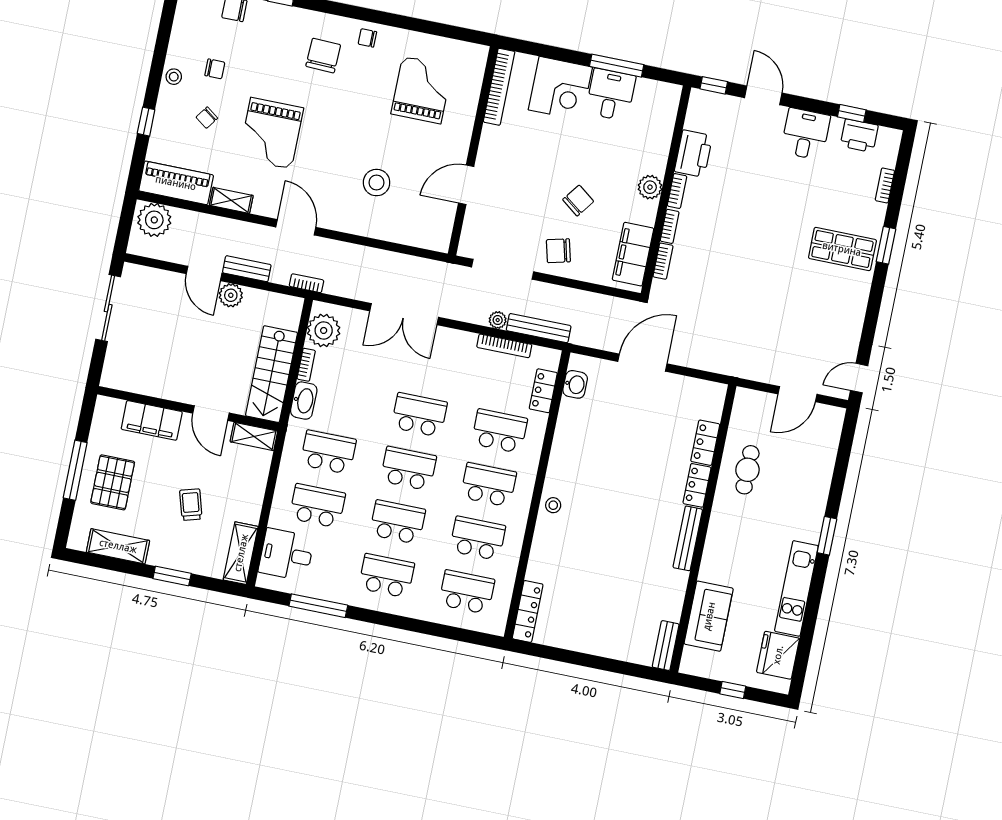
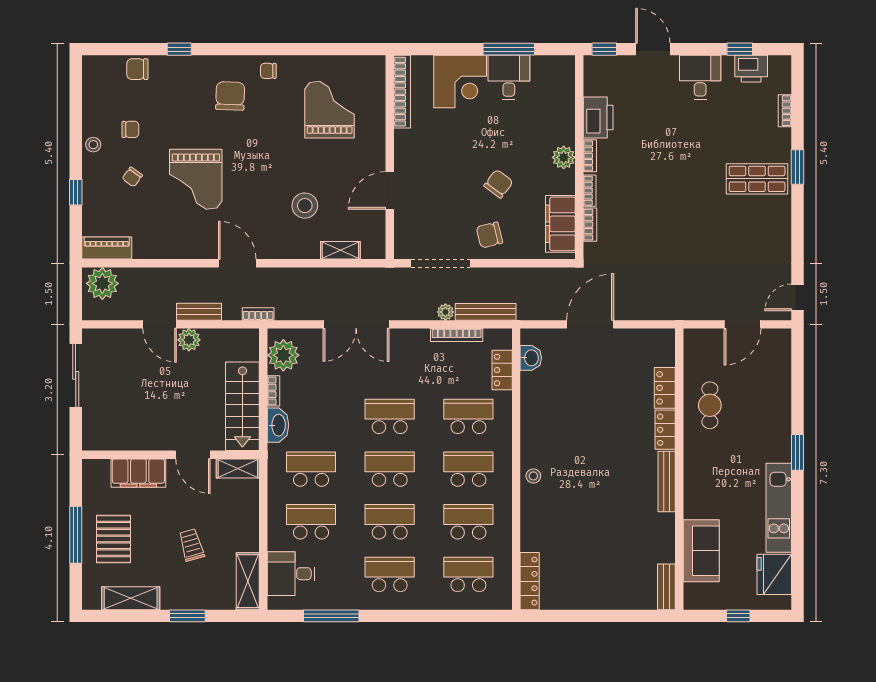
piano: (176, 183) -> (107, 248), width x0.73, depth x0.75
shelving: (231, 200) -> (340, 250), moved

